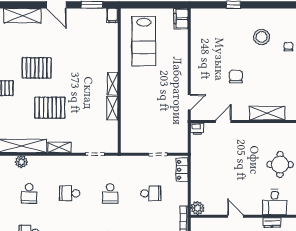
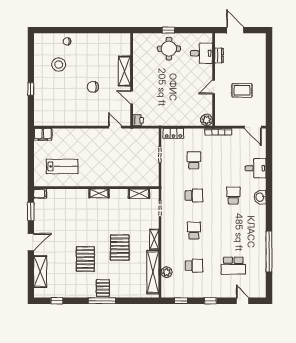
lab bench: (144, 41) -> (62, 166), width x0.73, depth x0.72
shelving: (112, 108) -> (139, 194), moved
shelving: (267, 113) -> (124, 71), moved
school desk: (70, 193) -> (194, 231), turned 180

